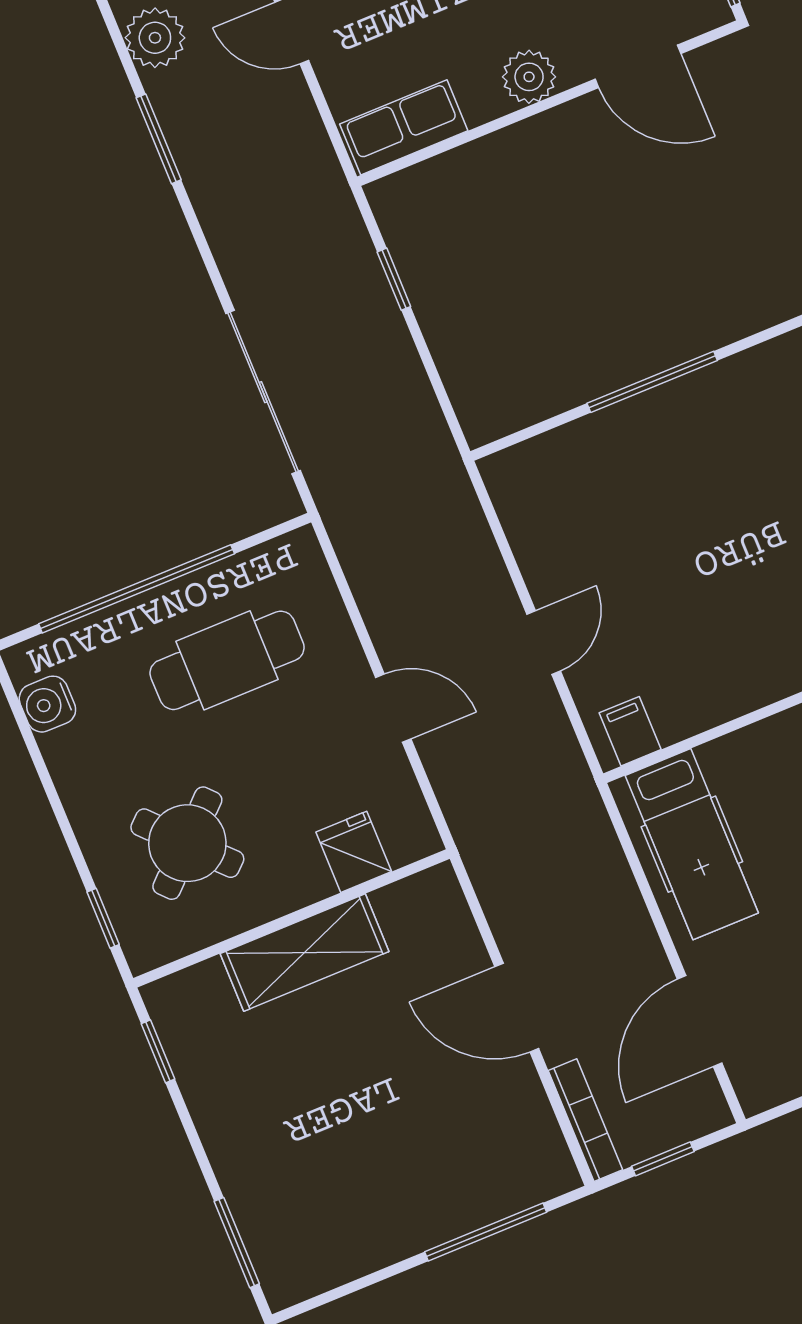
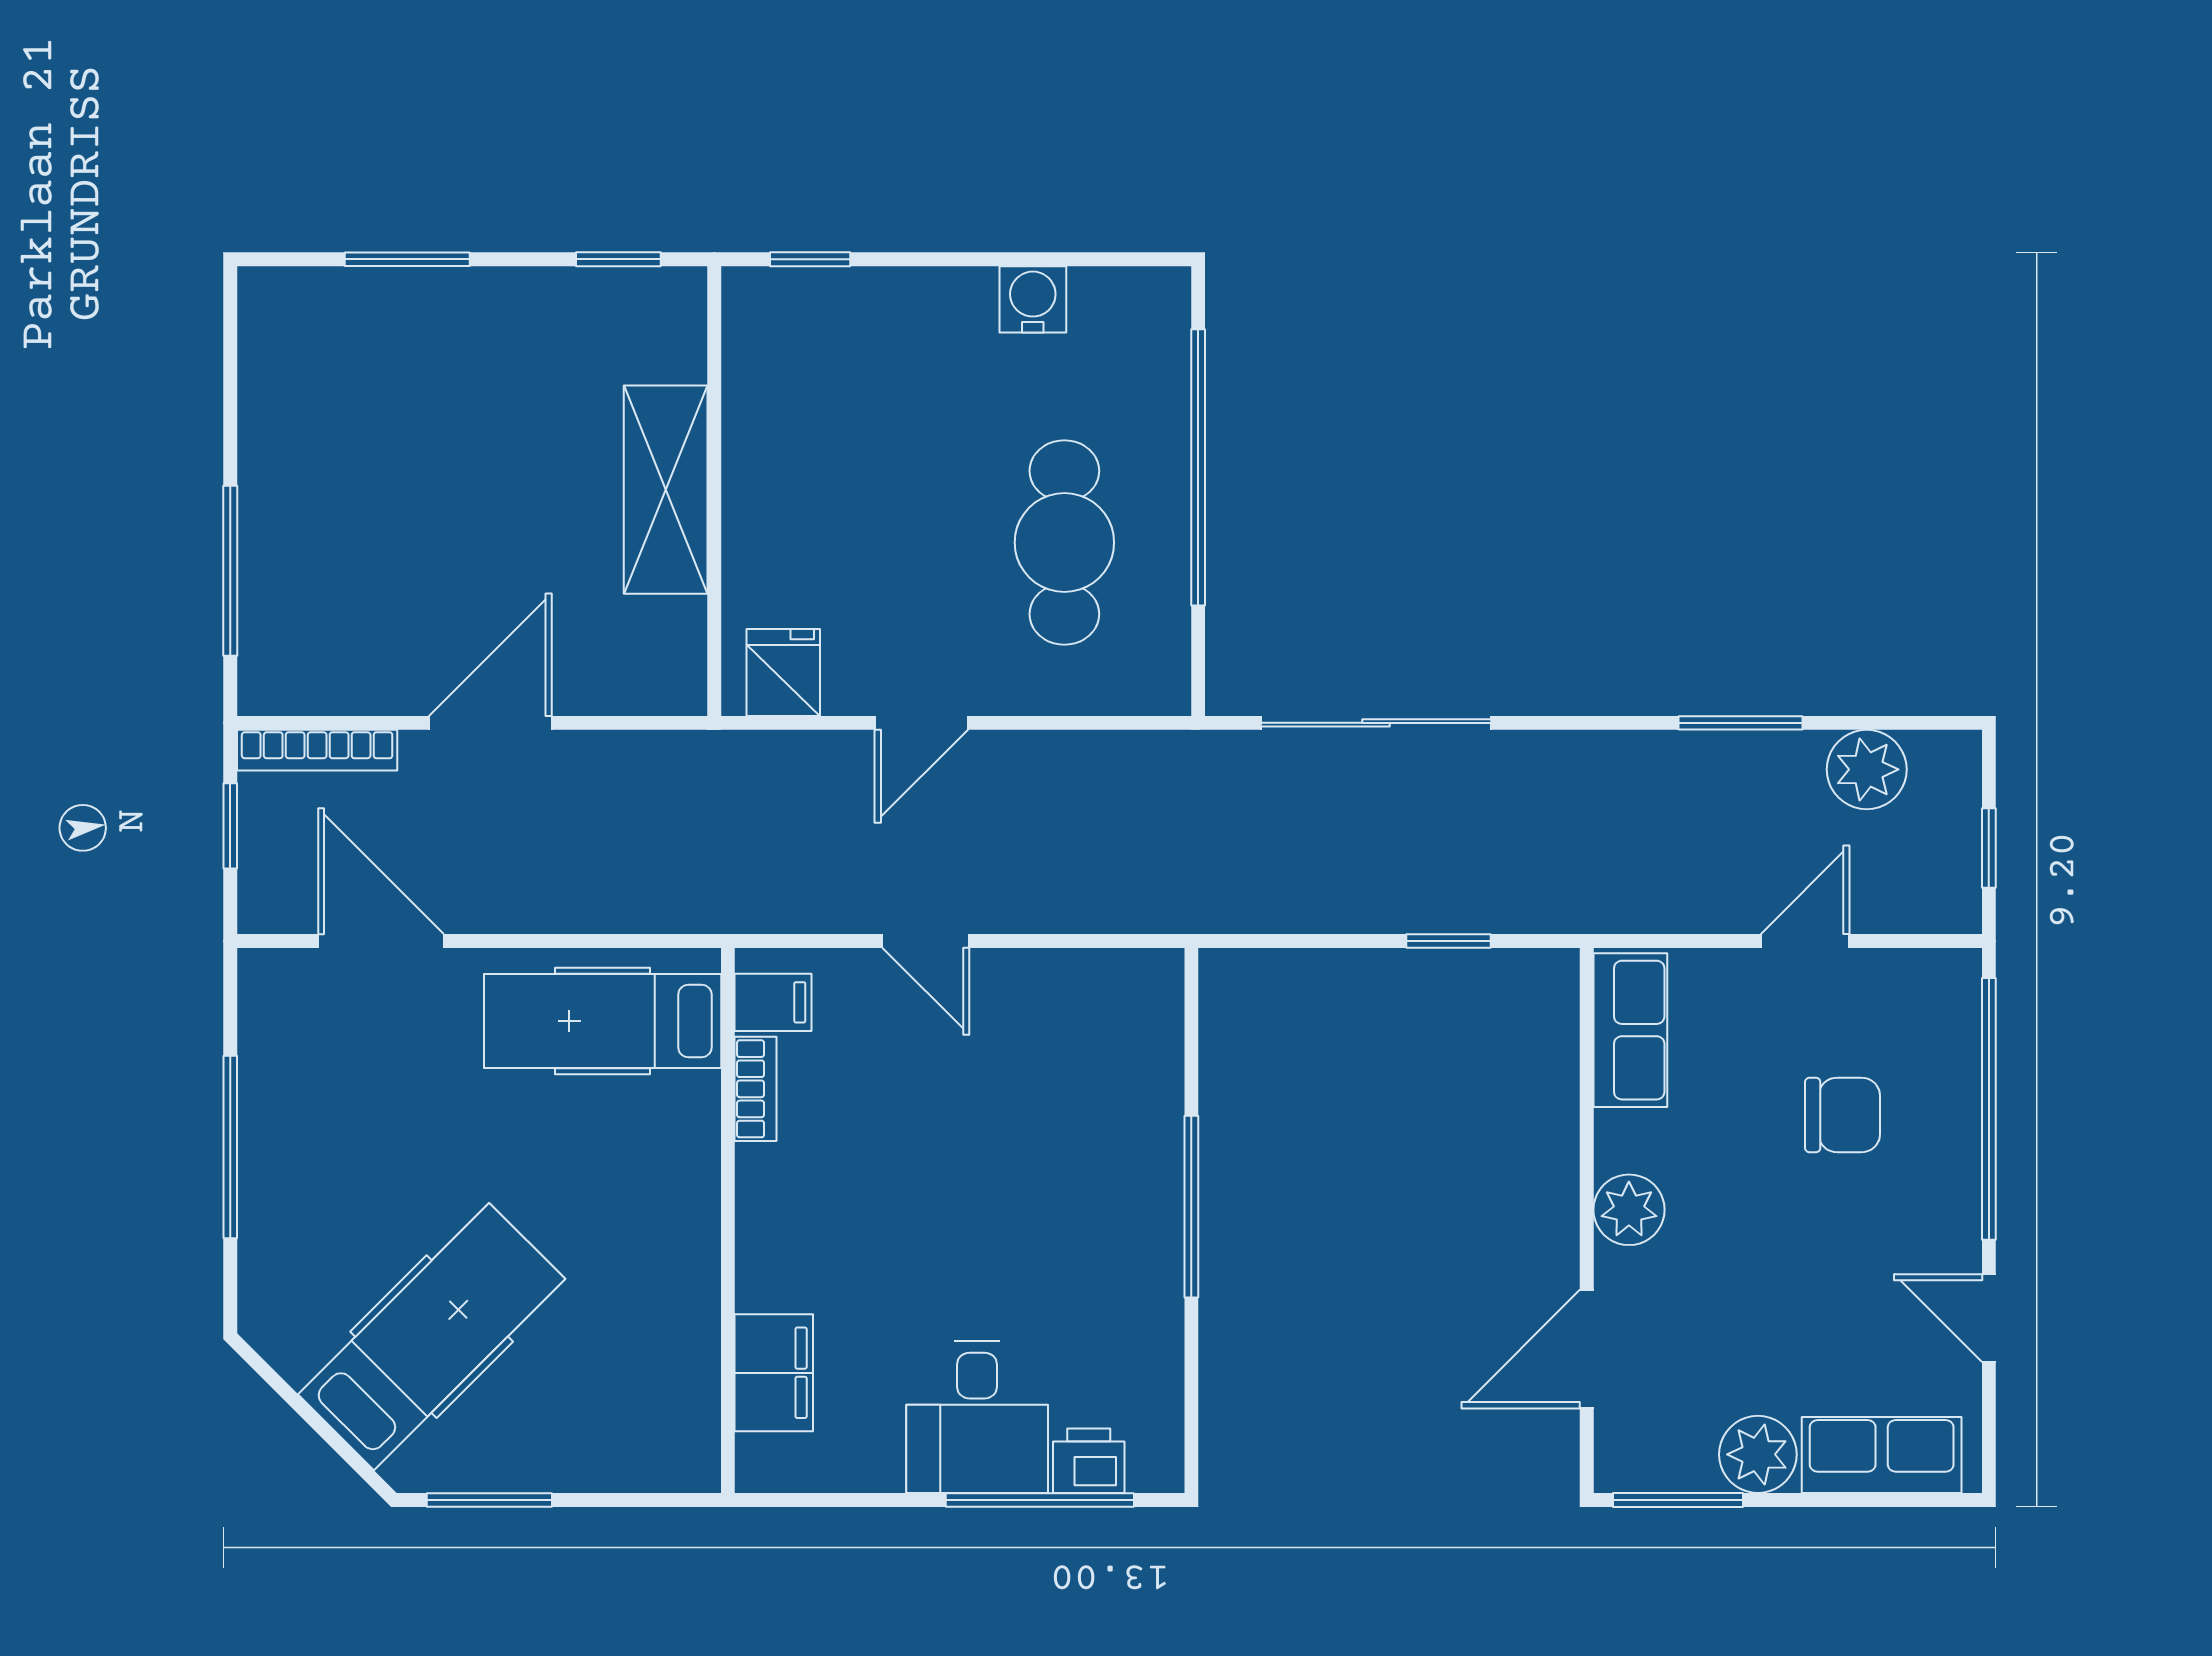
water cooler: (47, 704) -> (1033, 299), moved
bookcase: (695, 718) -> (756, 1089), added
round table: (187, 843) -> (860, 401), removed
fridge: (354, 852) -> (783, 672), moved, turned -90
window: (237, 1243) -> (407, 259), moved

